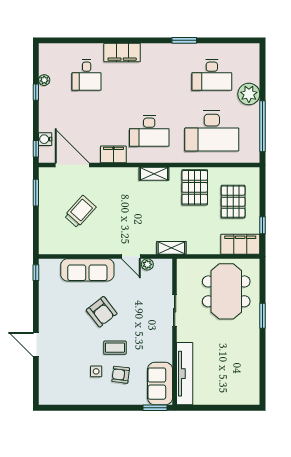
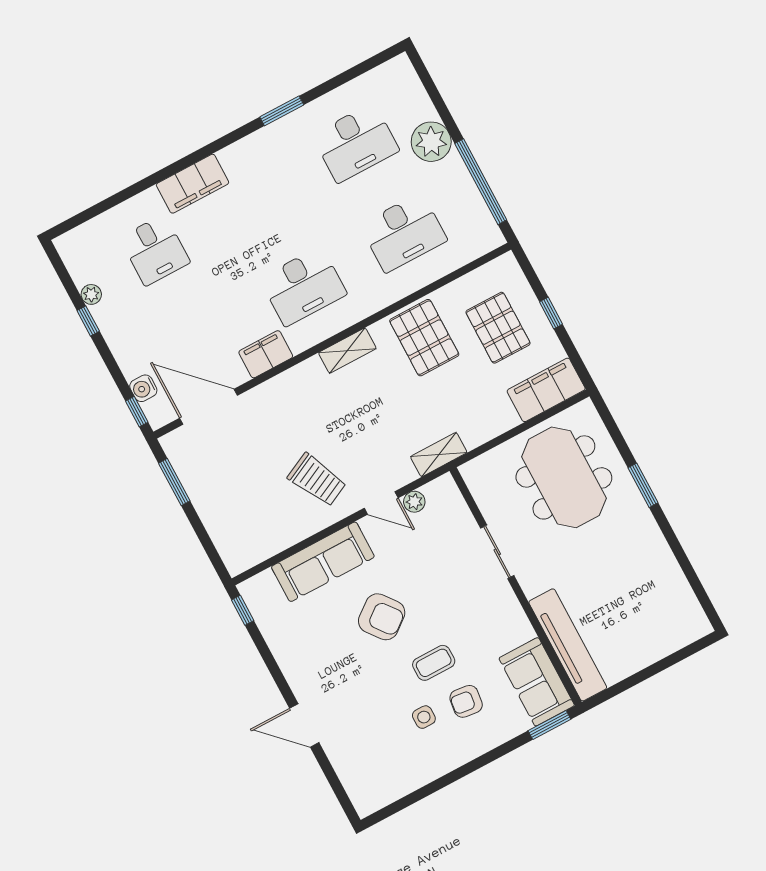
desk: (212, 131) -> (404, 233), width x0.73, depth x0.77
trolley: (80, 212) -> (317, 480), moved, turned 112
window: (263, 225) -> (551, 313), moved

